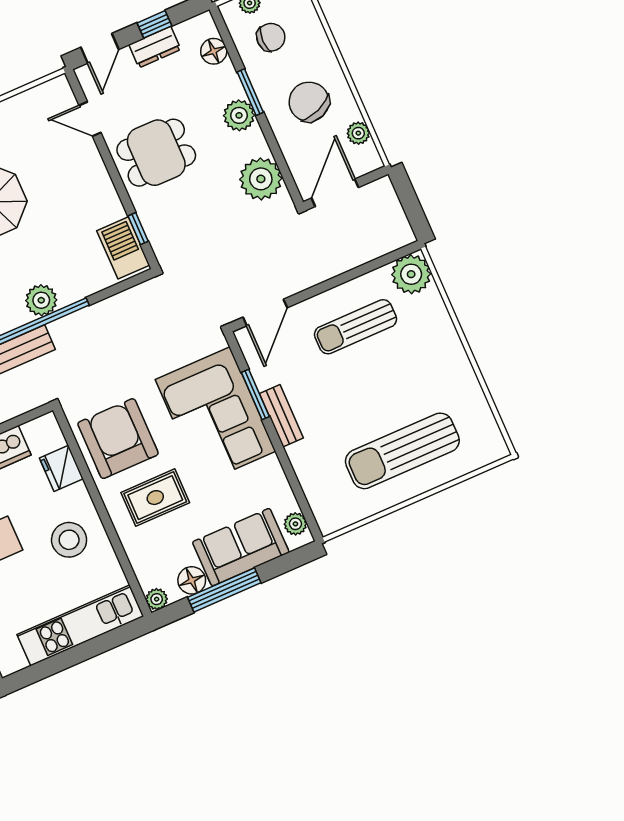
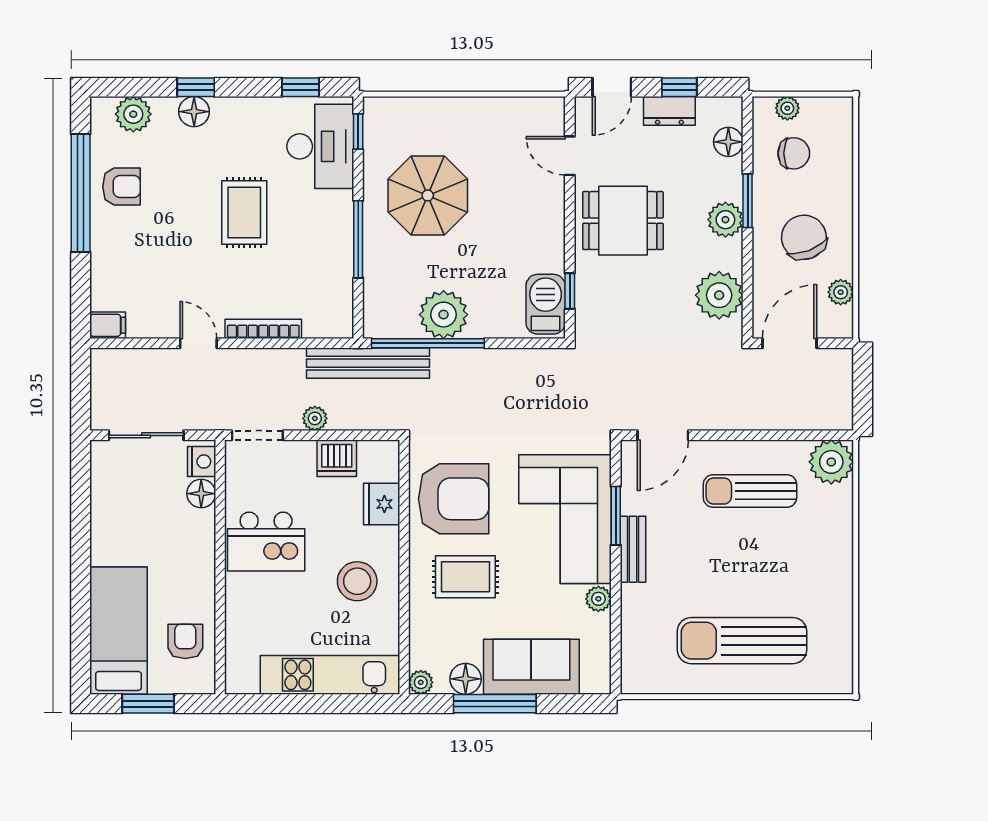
plant: (41, 300) -> (444, 315), width x1.36, depth x1.36
armchair: (118, 439) -> (454, 499), turned 90
plant: (295, 524) -> (598, 599), moved

